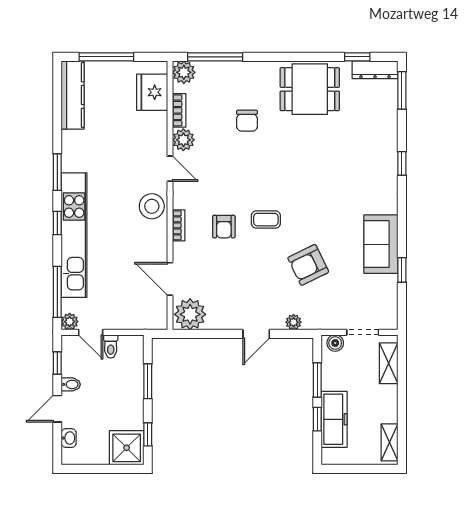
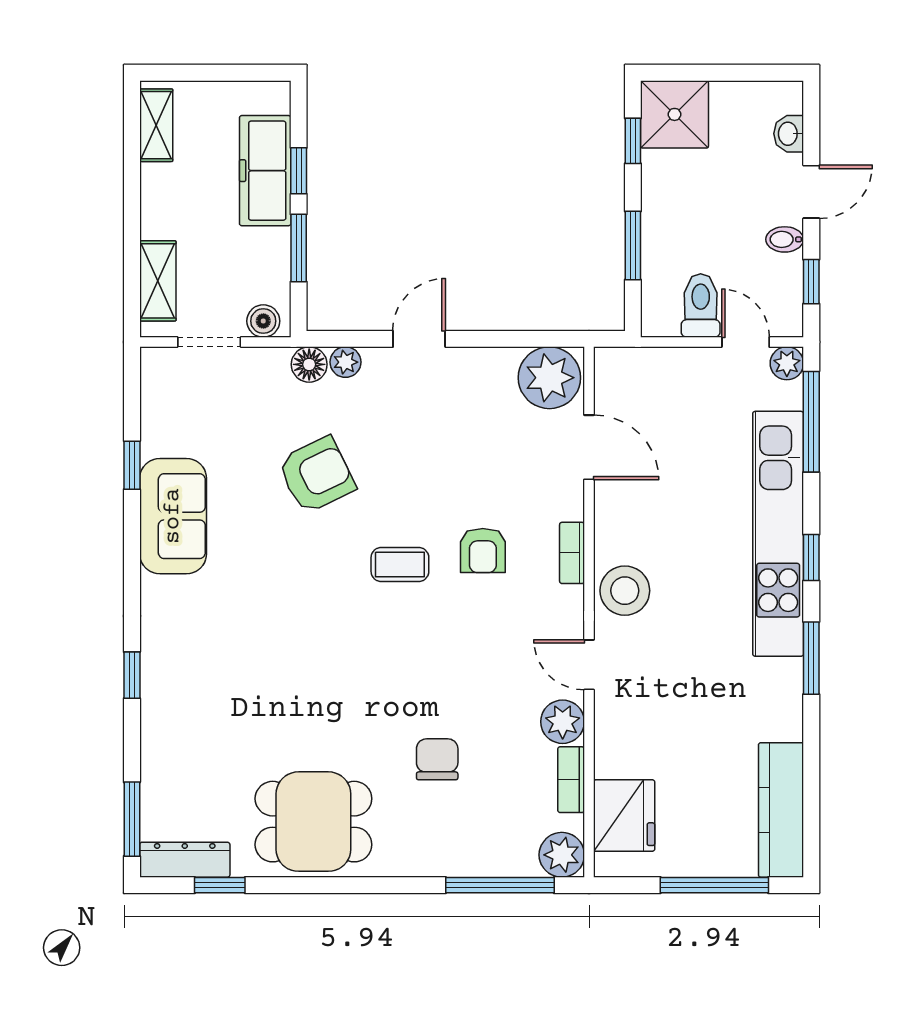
armchair: (224, 227) -> (483, 551), turned 180
floor lamp: (312, 321) -> (309, 364), added
toilet: (111, 346) -> (701, 306), width x1.37, depth x1.39

